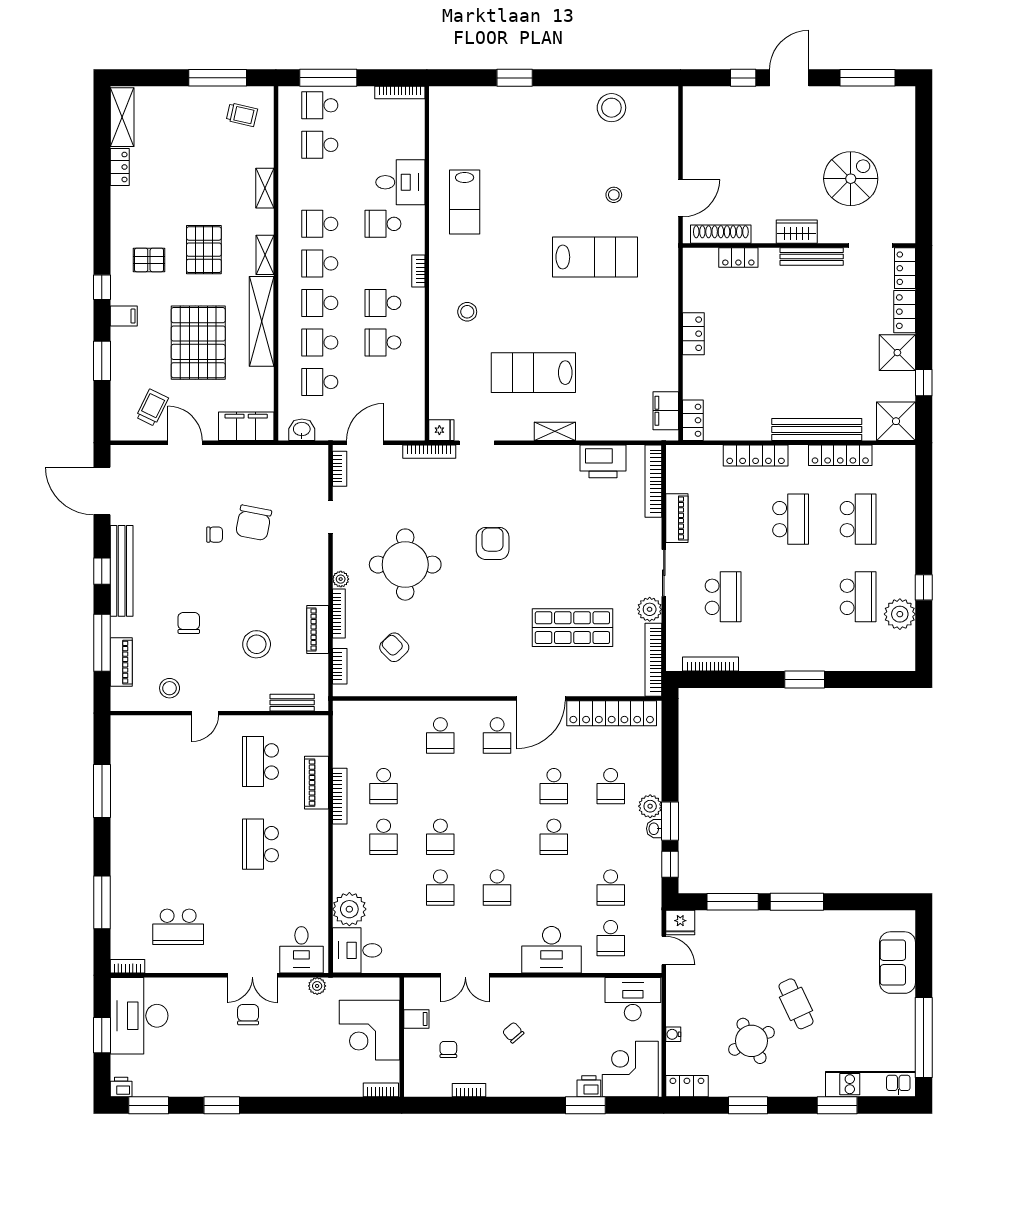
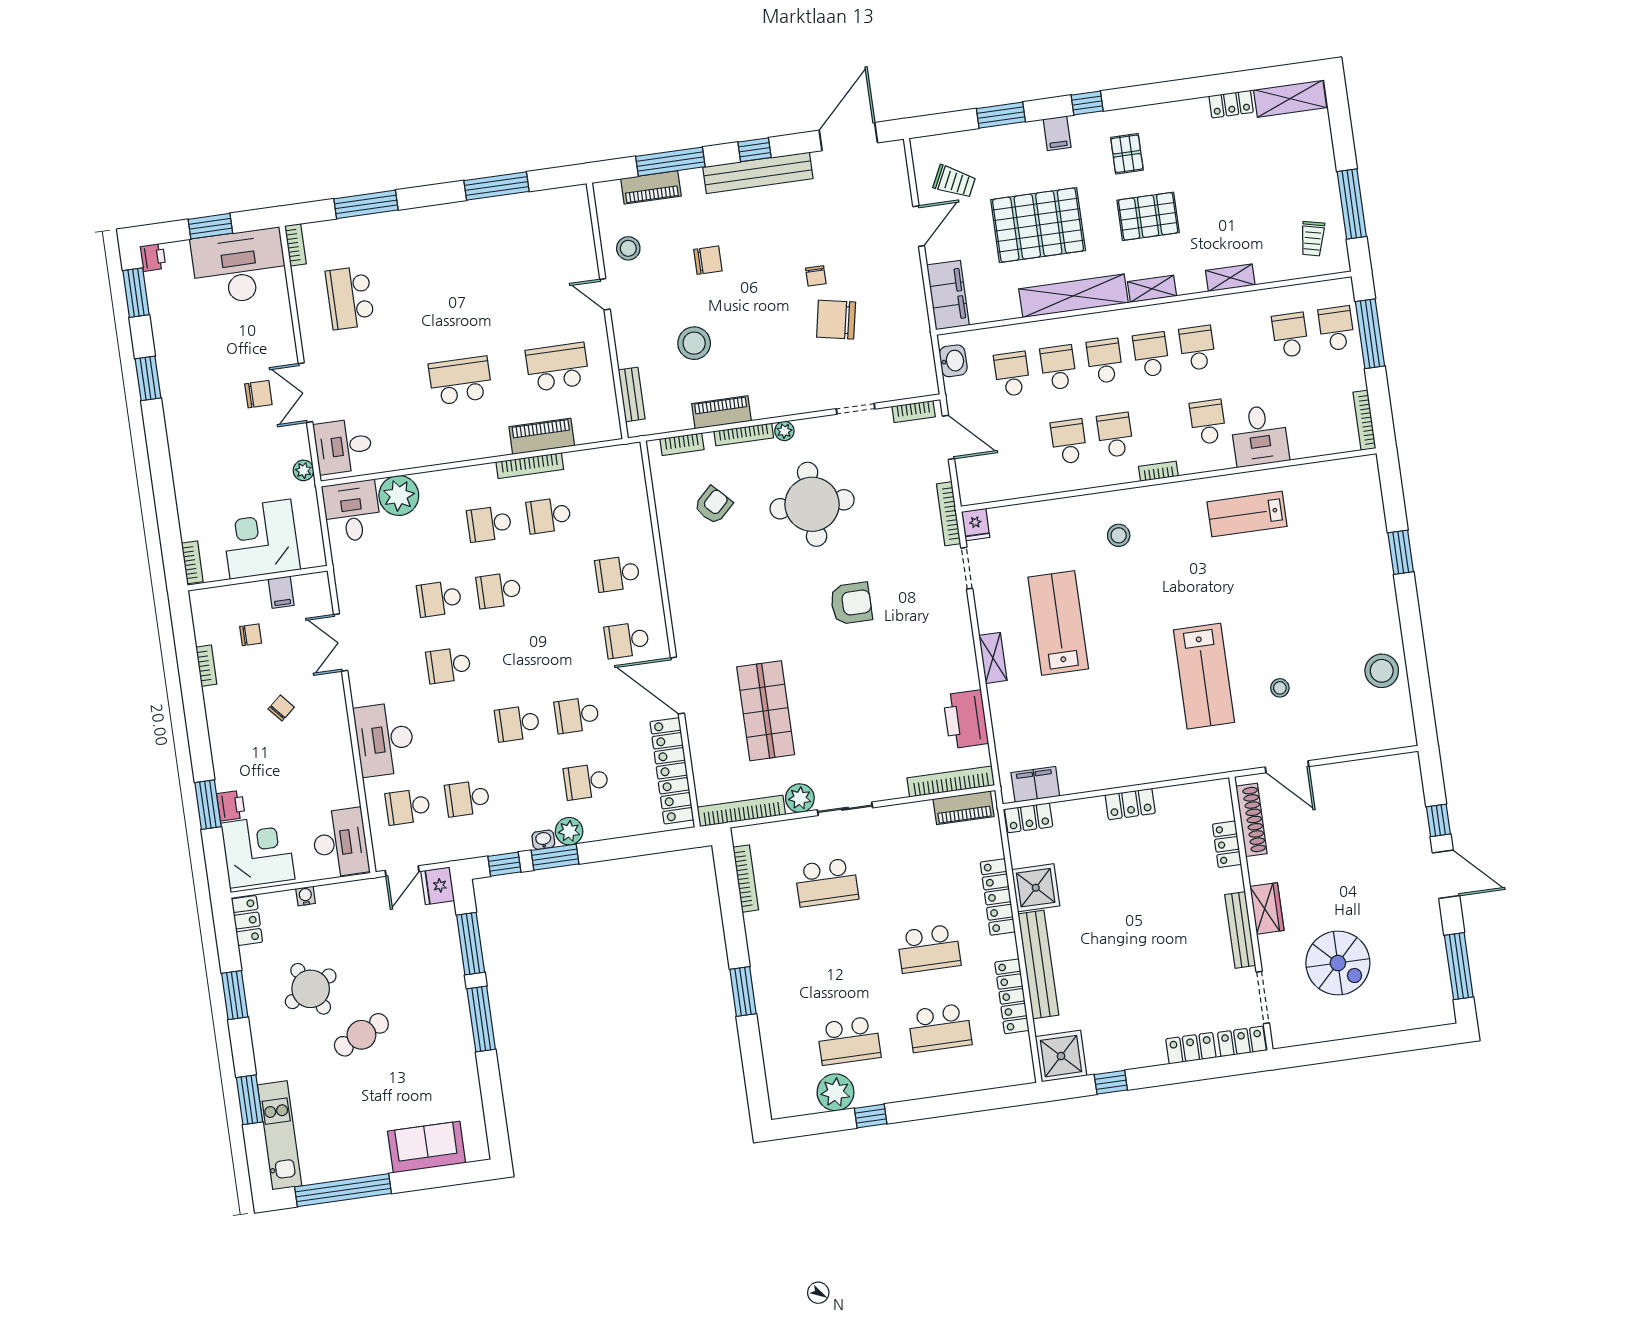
shower: (897, 353) -> (1036, 888), moved
piano: (677, 518) -> (963, 808), moved

